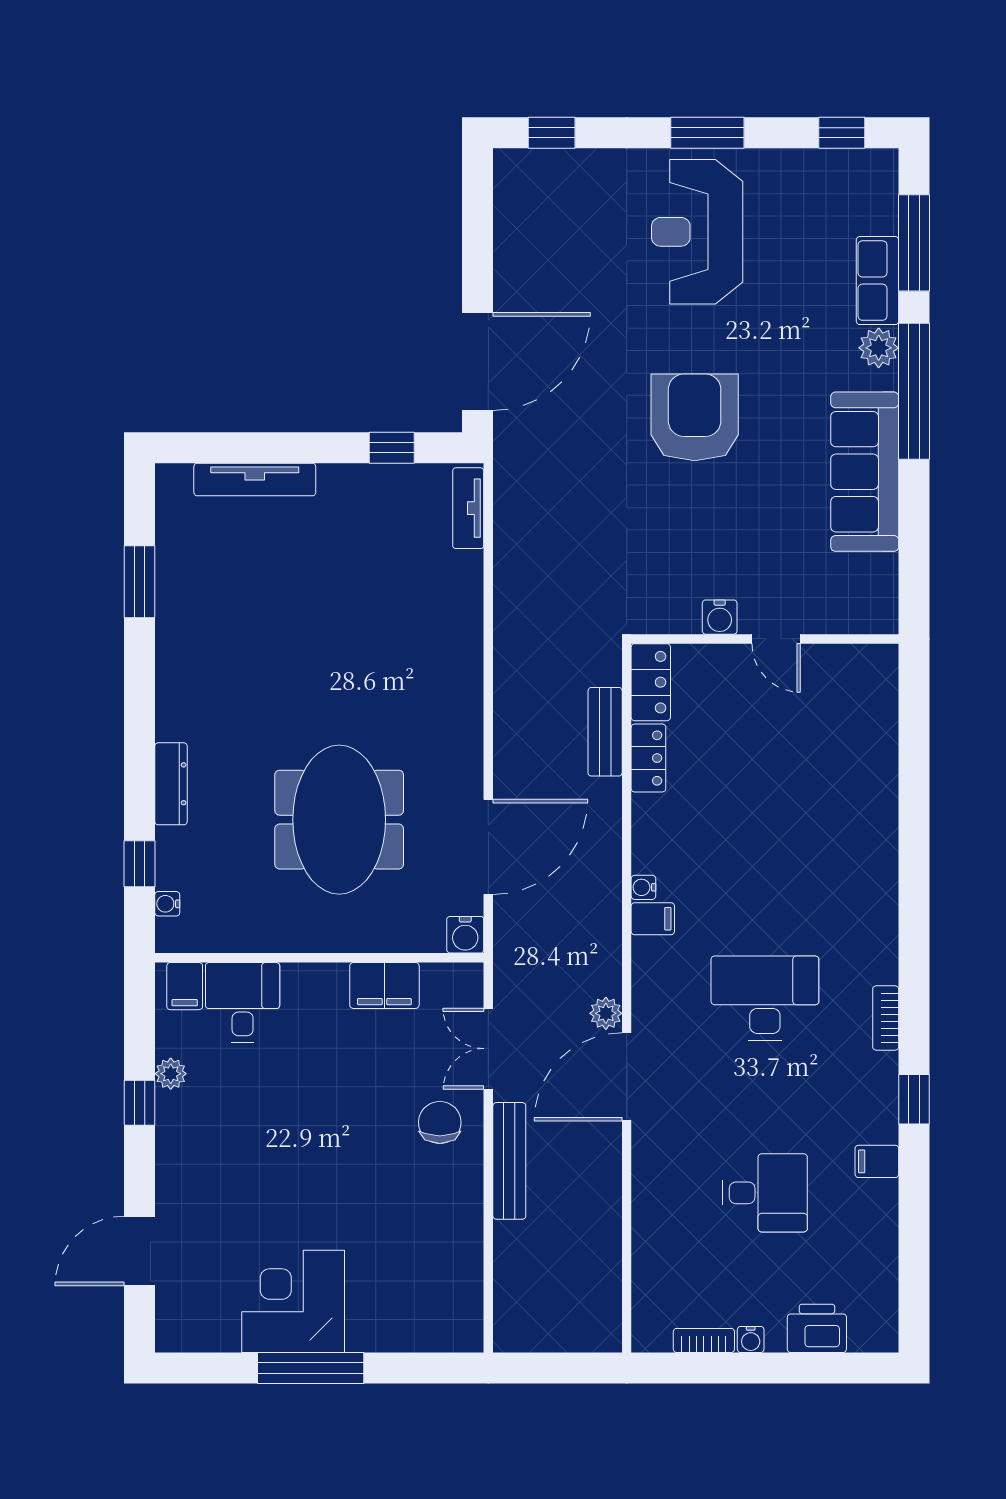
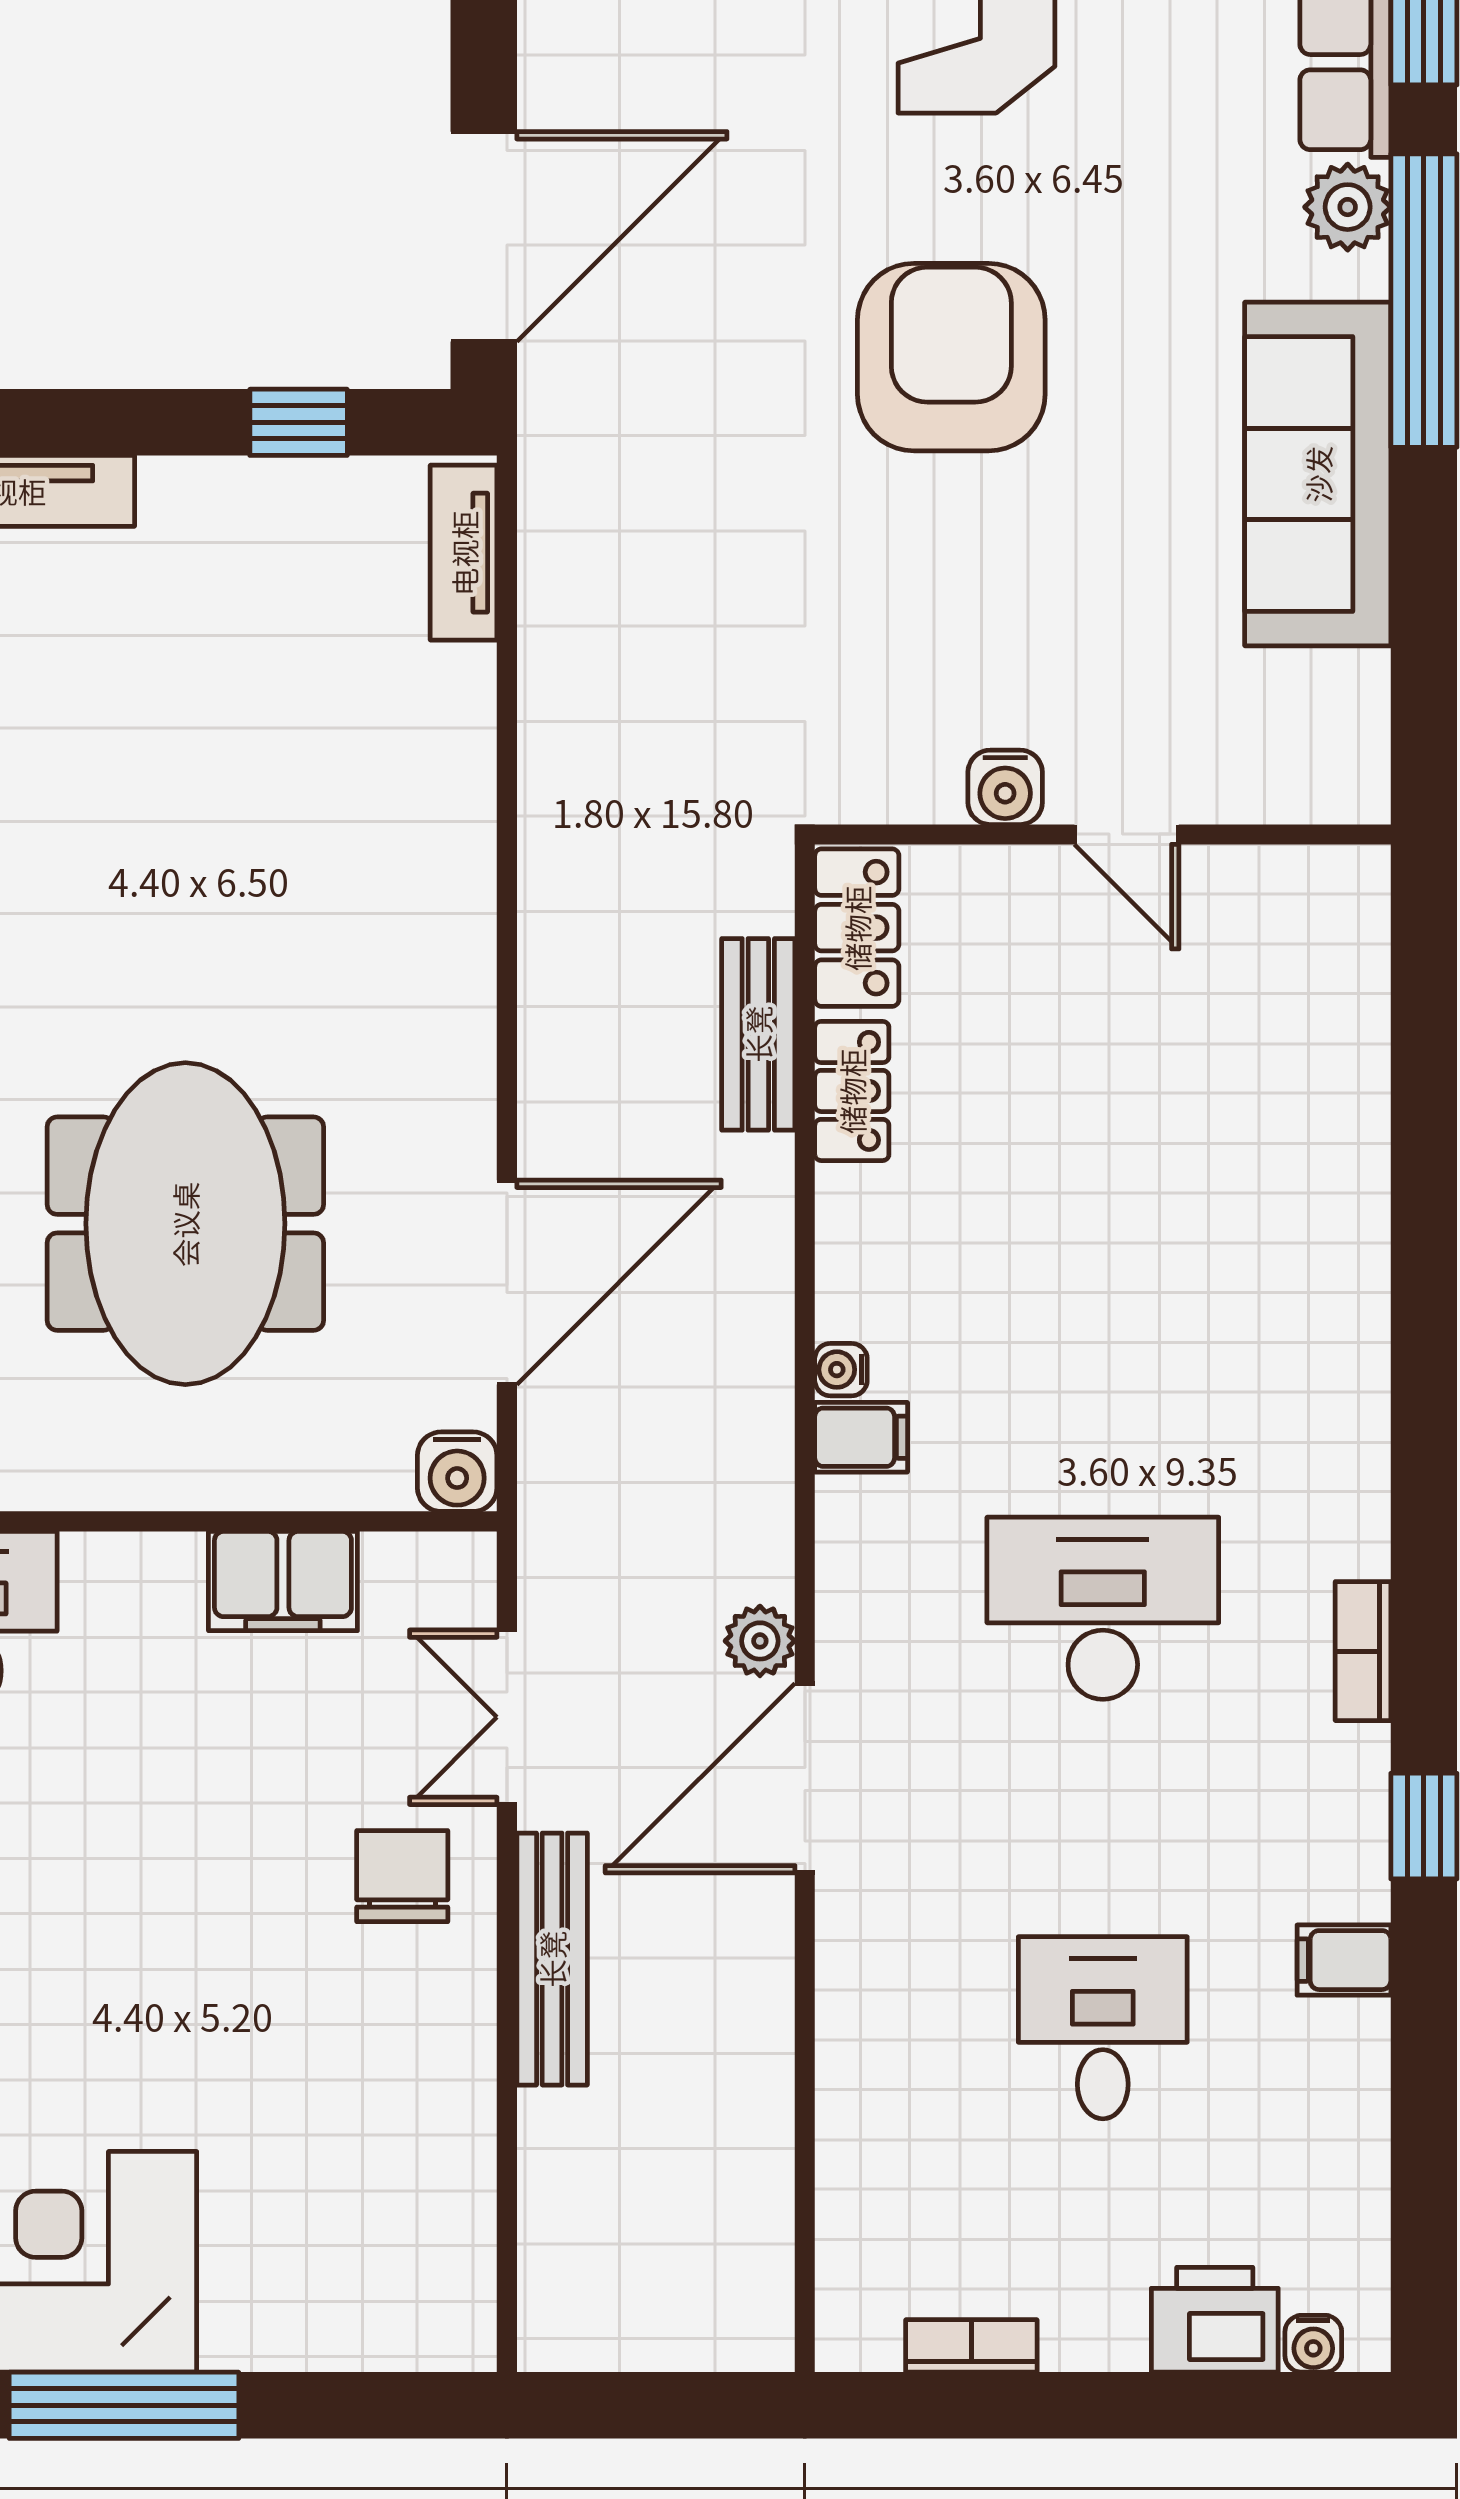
desk: (765, 1193) -> (1103, 2028), turned -90
water cooler: (751, 1339) -> (1313, 2344), moved

